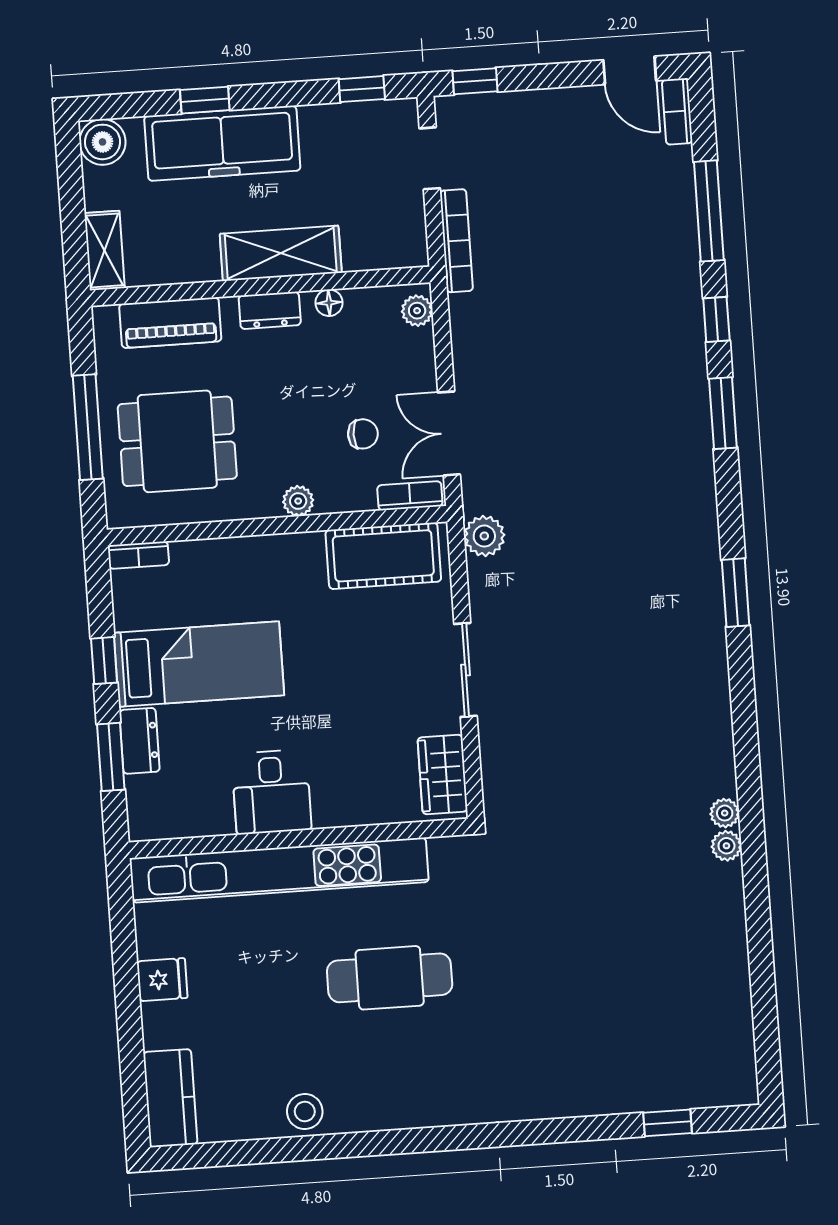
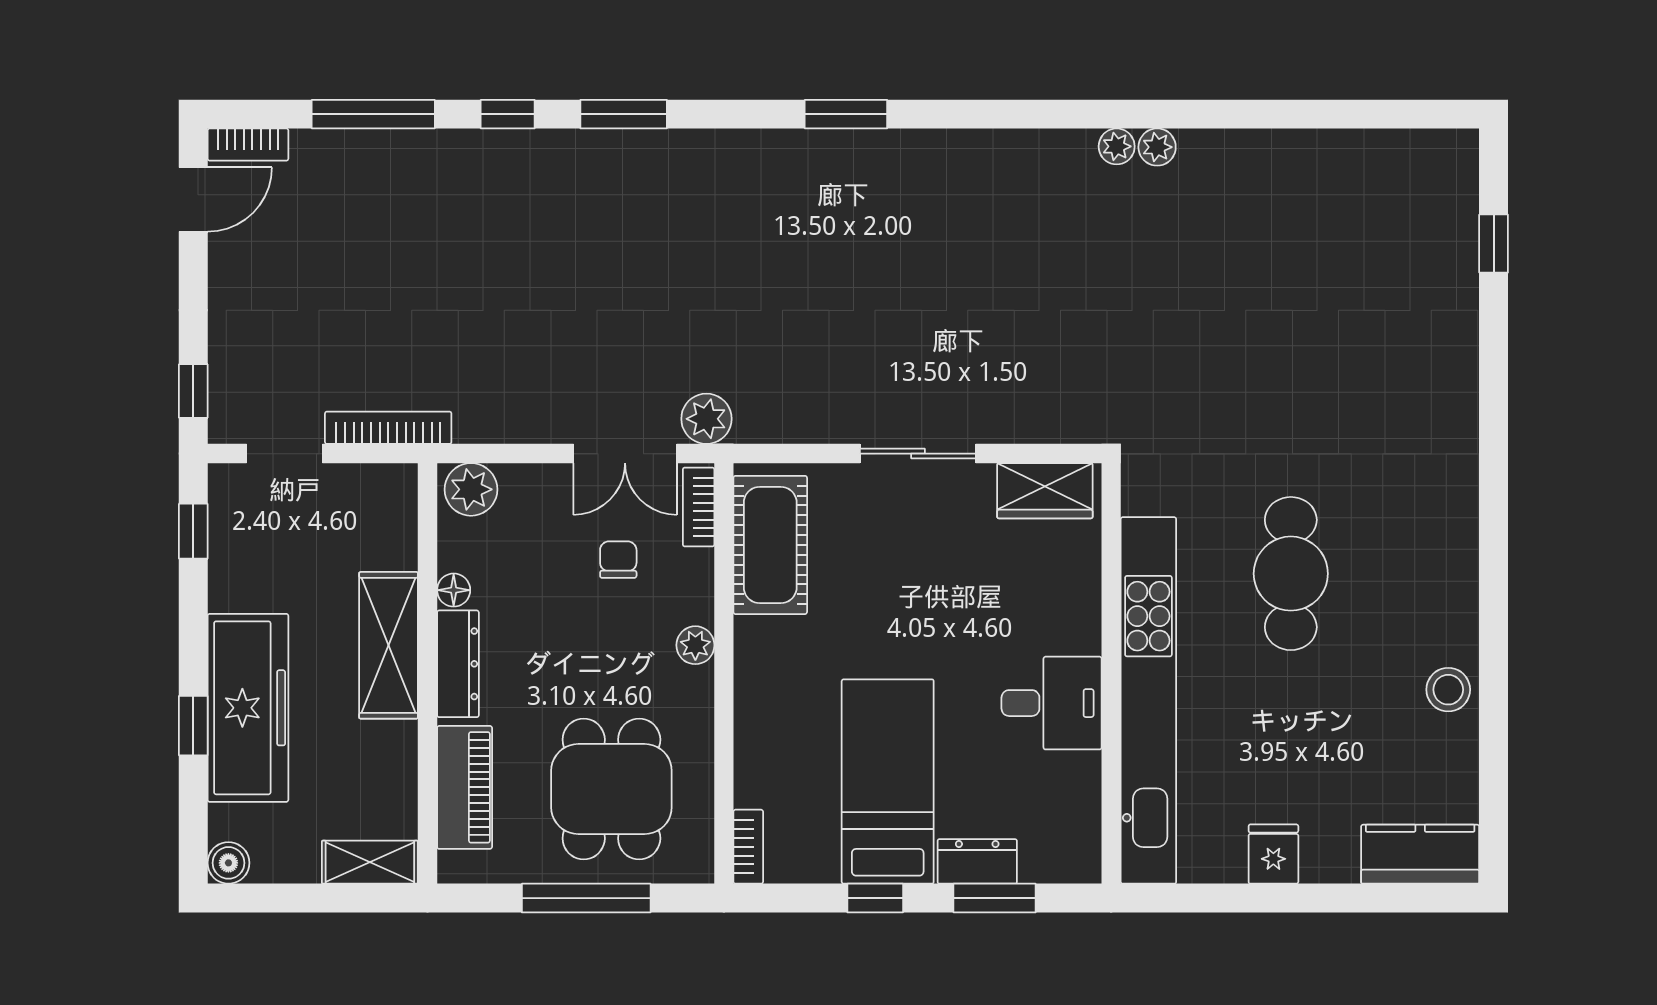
boiler: (103, 142) -> (228, 863), width x0.73, depth x0.73
dresser: (270, 310) -> (458, 664), width x1.44
plant: (417, 311) -> (471, 489), width x1.38, depth x1.38
plant: (484, 536) -> (706, 419), moved

